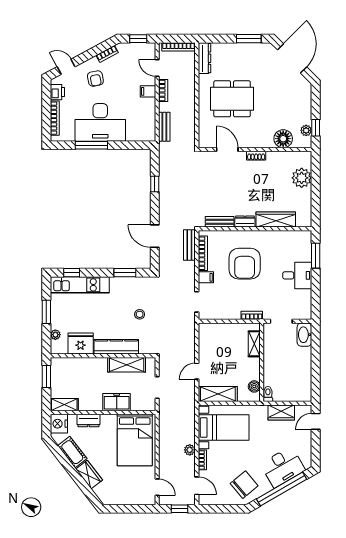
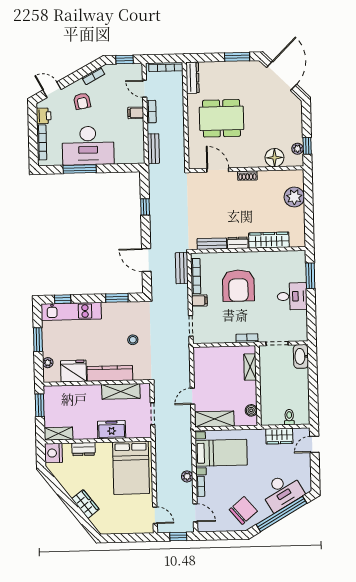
toilet: (268, 394) -> (289, 417), moved
cot: (72, 452) -> (68, 482), removed

